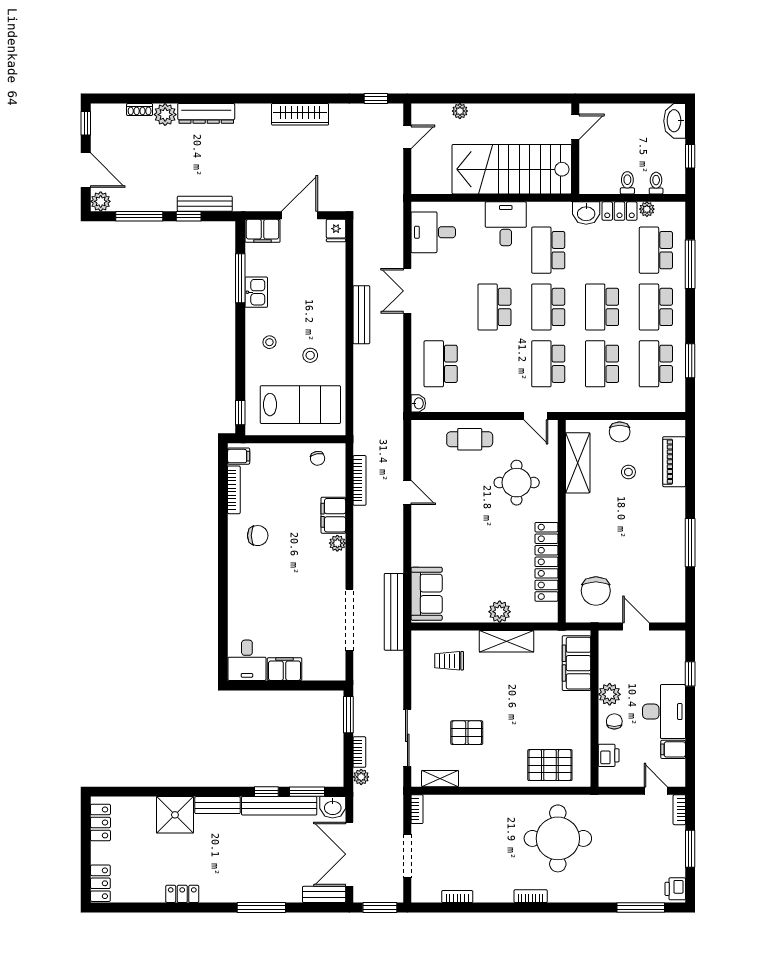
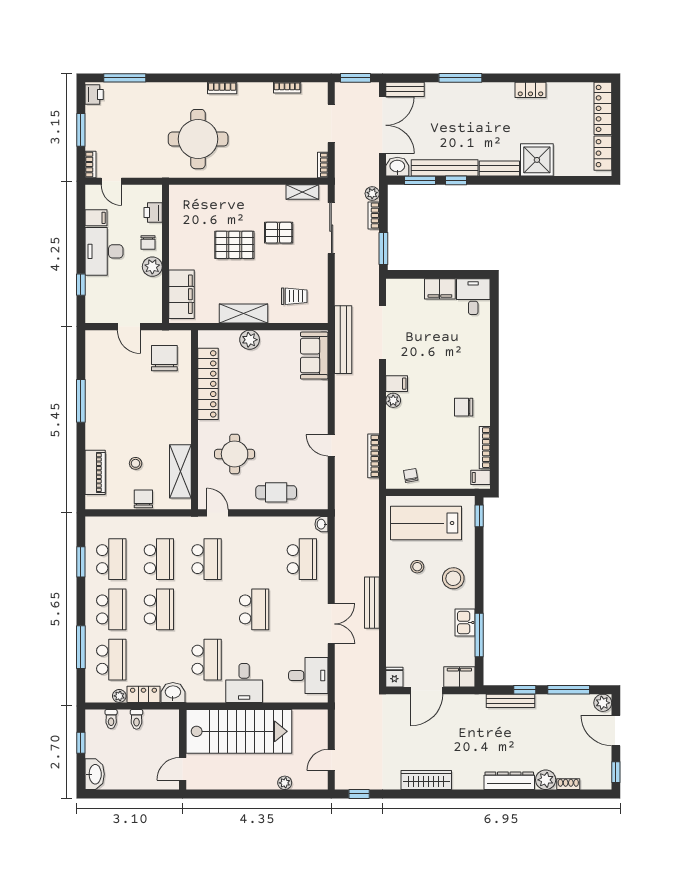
school desk: (548, 307) -> (207, 609), removed
stool: (269, 342) -> (453, 578), width x1.89, depth x1.89
filing cabinet: (333, 515) -> (397, 384), moved, width x0.50
pallet: (550, 765) -> (234, 245), moved
locker: (100, 883) -> (603, 108), width x1.53

